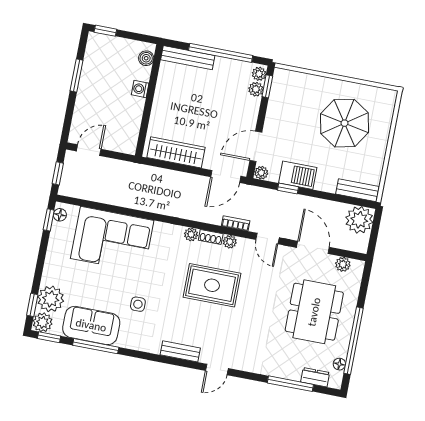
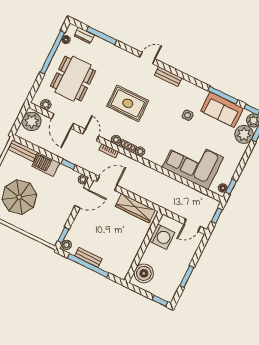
boiler: (146, 58) -> (144, 273), width x1.86, depth x1.86
bench: (188, 58) -> (88, 257), moved, width x0.73
washing machine: (140, 89) -> (162, 237), moved, width x1.89, depth x1.89
plant: (256, 89) -> (71, 235), removed
barbecue: (298, 175) -> (46, 165), moved
plant: (359, 220) -> (32, 121), moved
rug: (212, 285) -> (128, 103), moved

